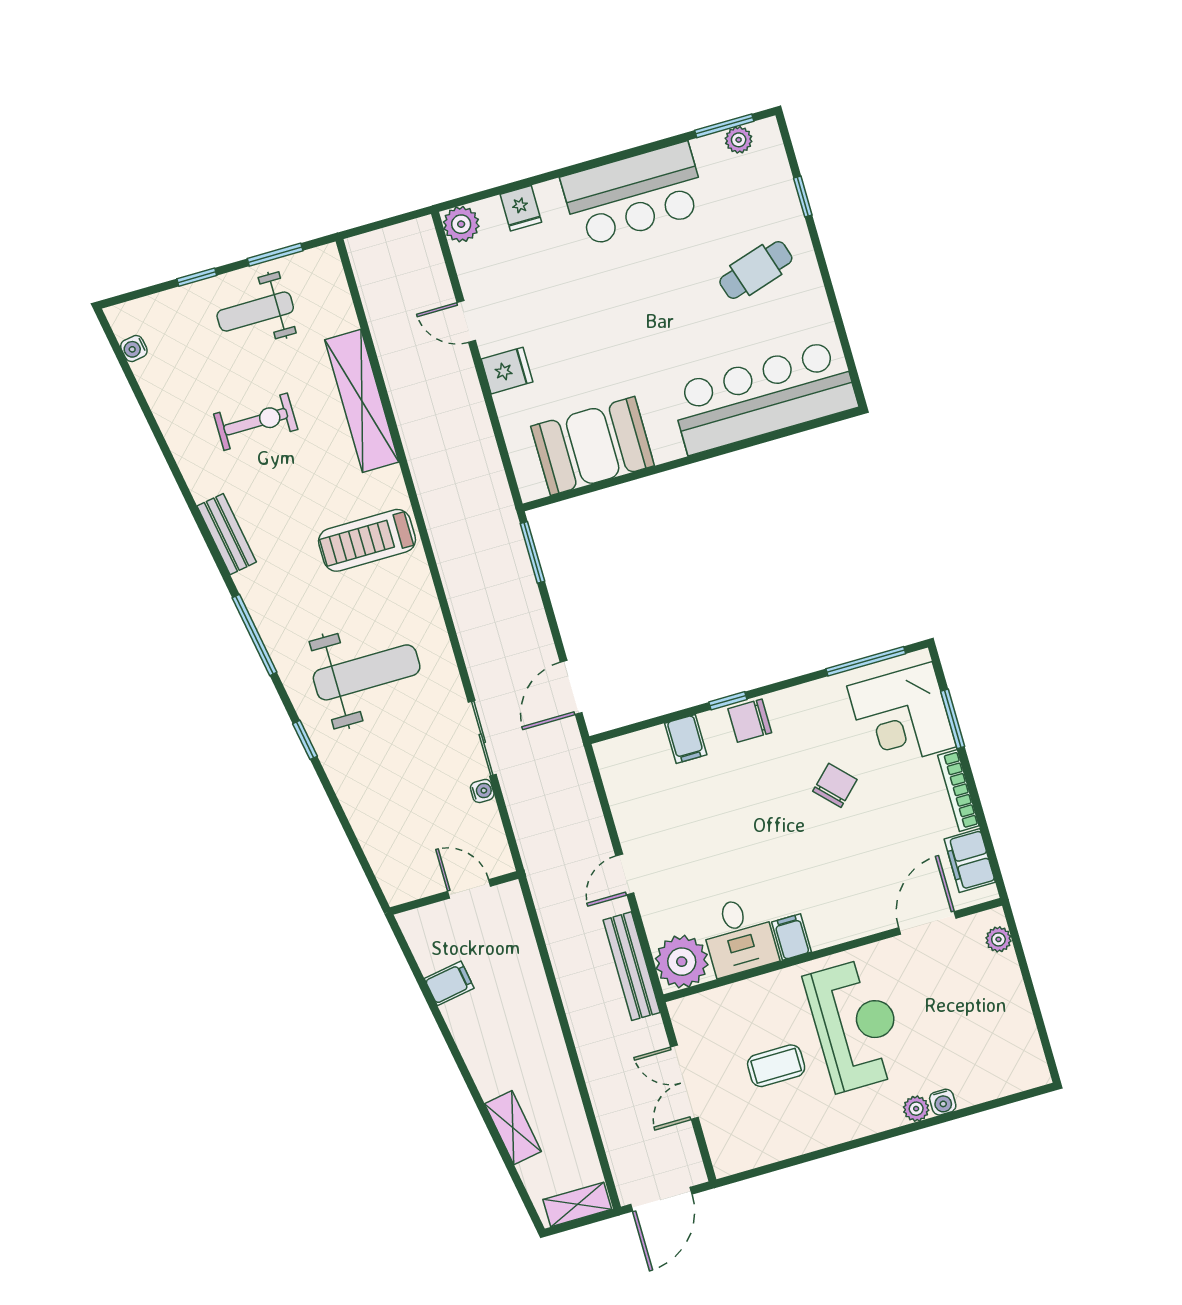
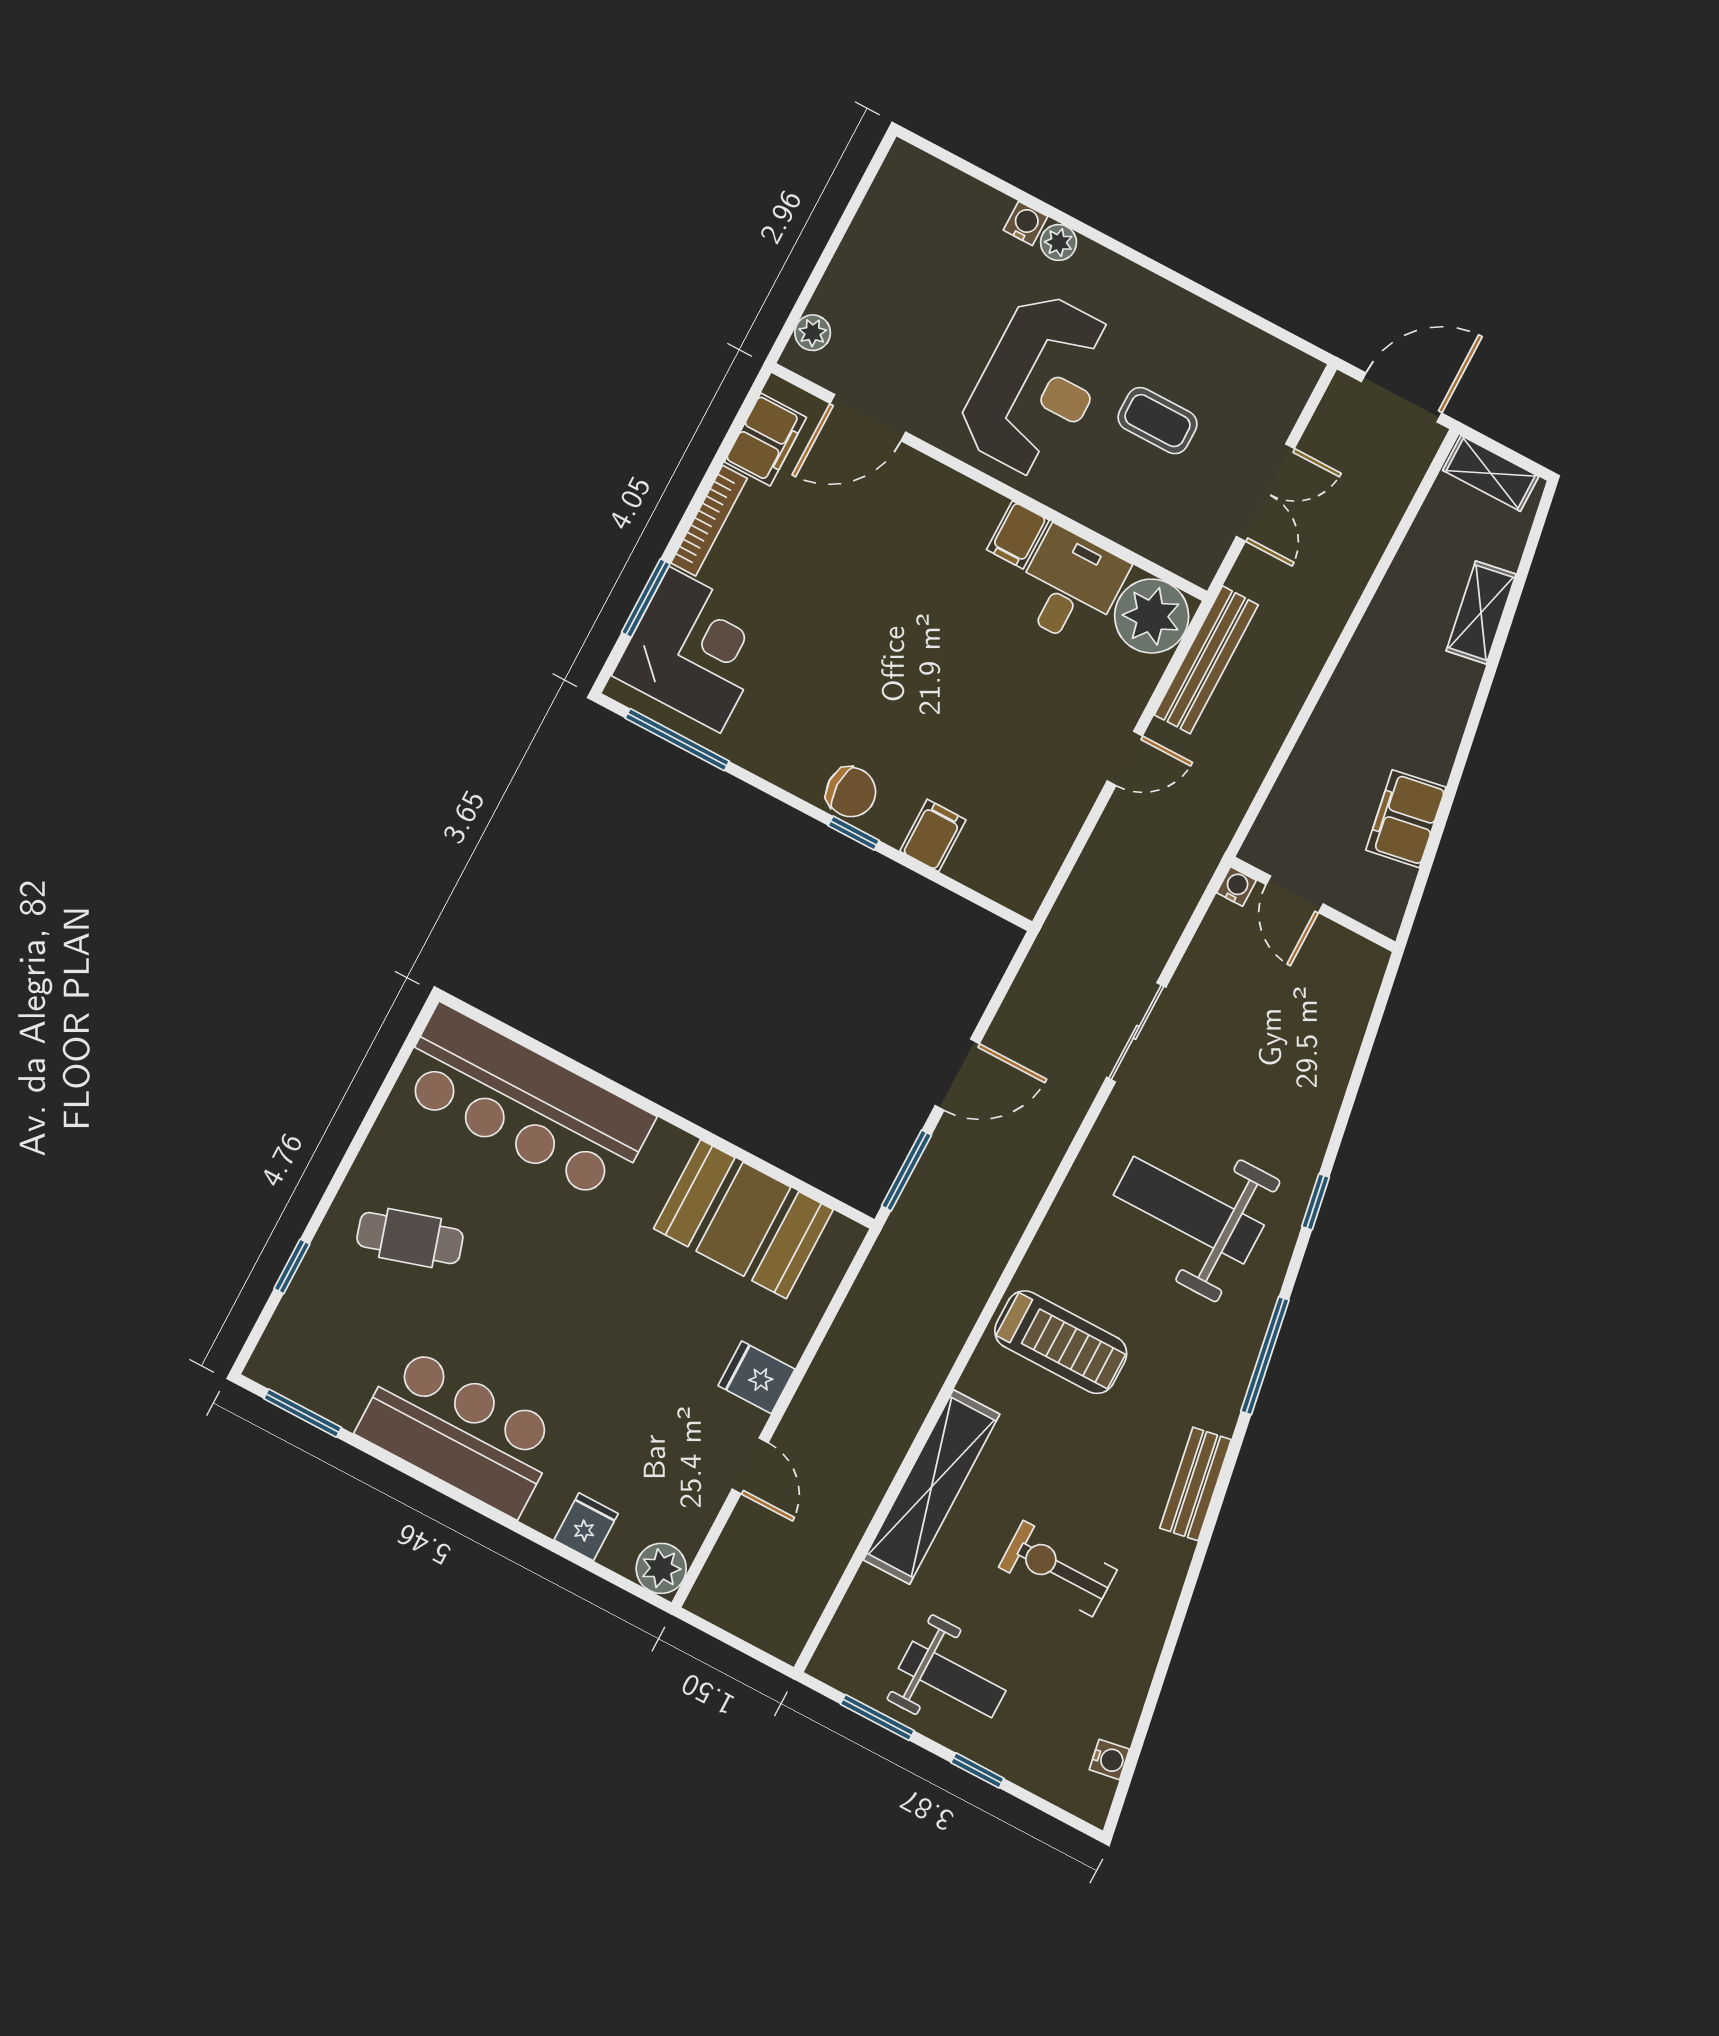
plant: (739, 140) -> (302, 1385), removed
door: (571, 687) -> (957, 1075), moved
chair: (835, 785) -> (828, 645), removed
water cooler: (482, 791) -> (1236, 886), moved, turned 90
filing cabinet: (449, 983) -> (1406, 819), width x2.00
reception desk: (856, 1025) -> (1038, 385), turned 180

